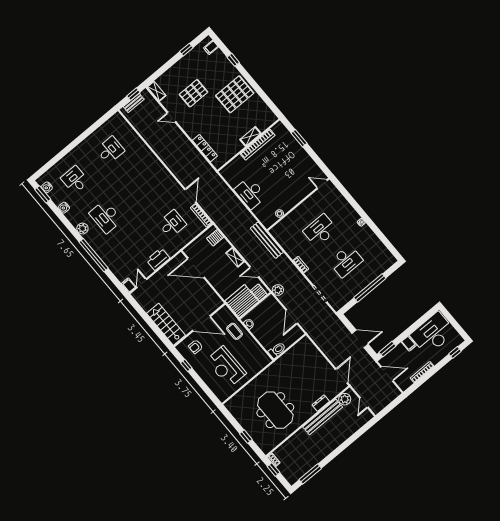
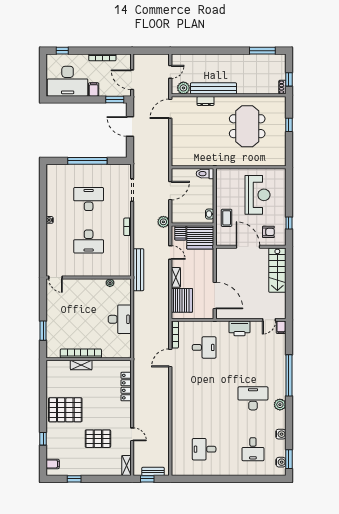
desk: (106, 217) -> (253, 398), turned -90
desk: (172, 224) -> (204, 347), turned 180
server rack: (215, 238) -> (182, 300), width x2.18, depth x1.44

